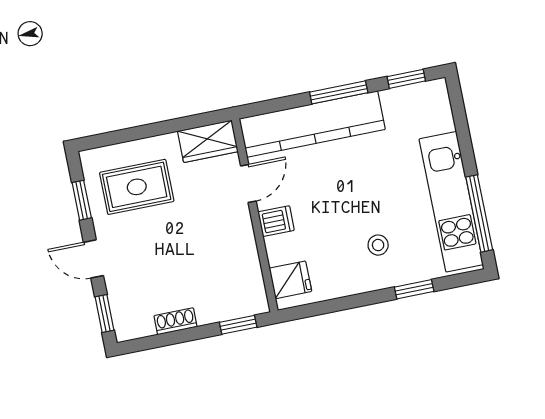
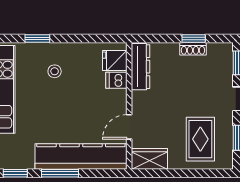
rug: (137, 187) -> (200, 139), turned 90
dishwasher: (276, 221) -> (116, 80), moved
dresser: (249, 278) -> (141, 67), added
window: (238, 325) -> (194, 39), moved

